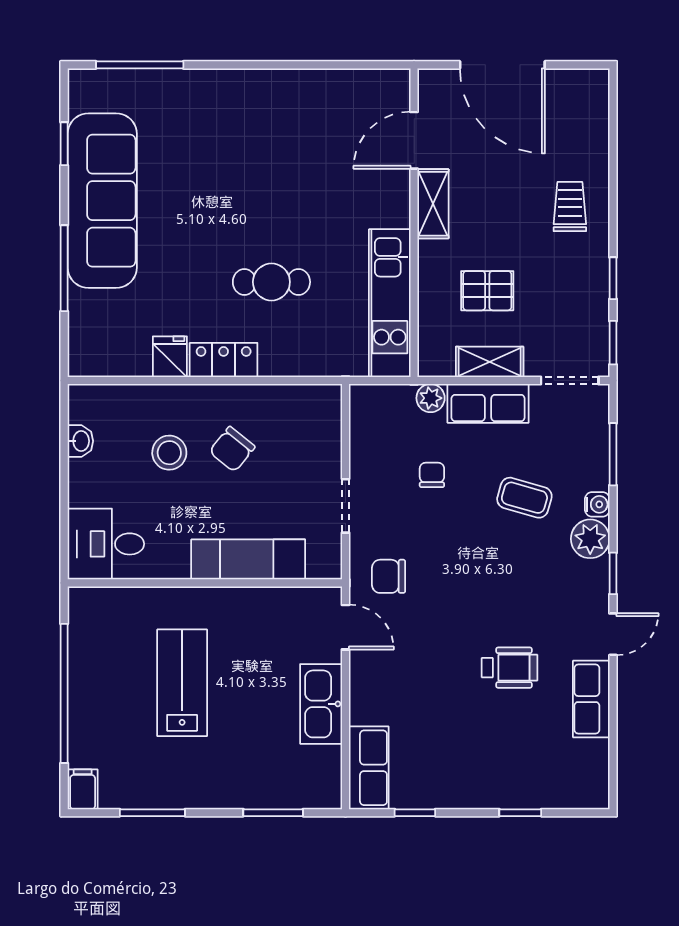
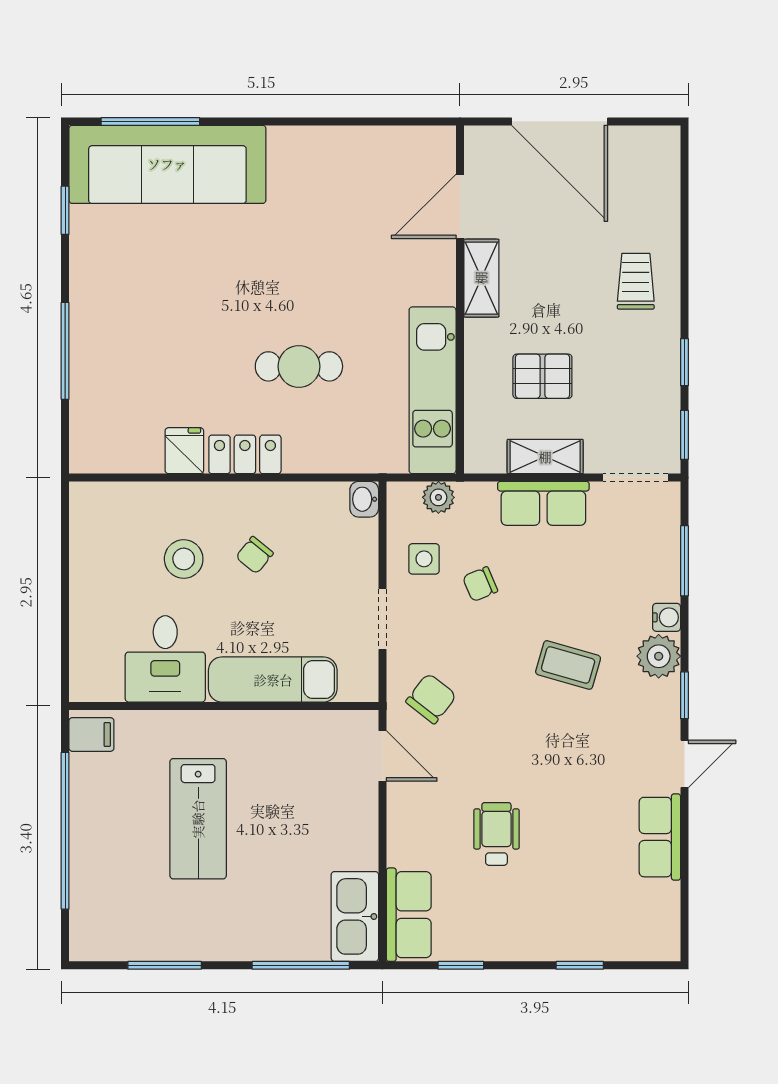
sofa: (102, 201) -> (167, 164), moved, turned 90
plant: (431, 398) -> (438, 497), moved
washbasin: (80, 441) -> (364, 499), moved, turned 180
chair: (232, 449) -> (255, 555), width x0.73, depth x0.73
side table: (382, 453) -> (424, 559), added
chair: (432, 475) -> (480, 584), turned -113
coffee table: (524, 498) -> (568, 665), moved
desk: (106, 544) -> (165, 659), moved, turned -90
chair: (389, 576) -> (431, 699), turned 128
wheelchair: (510, 668) -> (496, 834), moved, turned -90
lab bench: (182, 683) -> (198, 819), turned 180
kitchen sink: (321, 704) -> (355, 916), moved
filing cabinet: (83, 789) -> (91, 734), moved, turned 90
window: (273, 813) -> (301, 965), width x1.44

